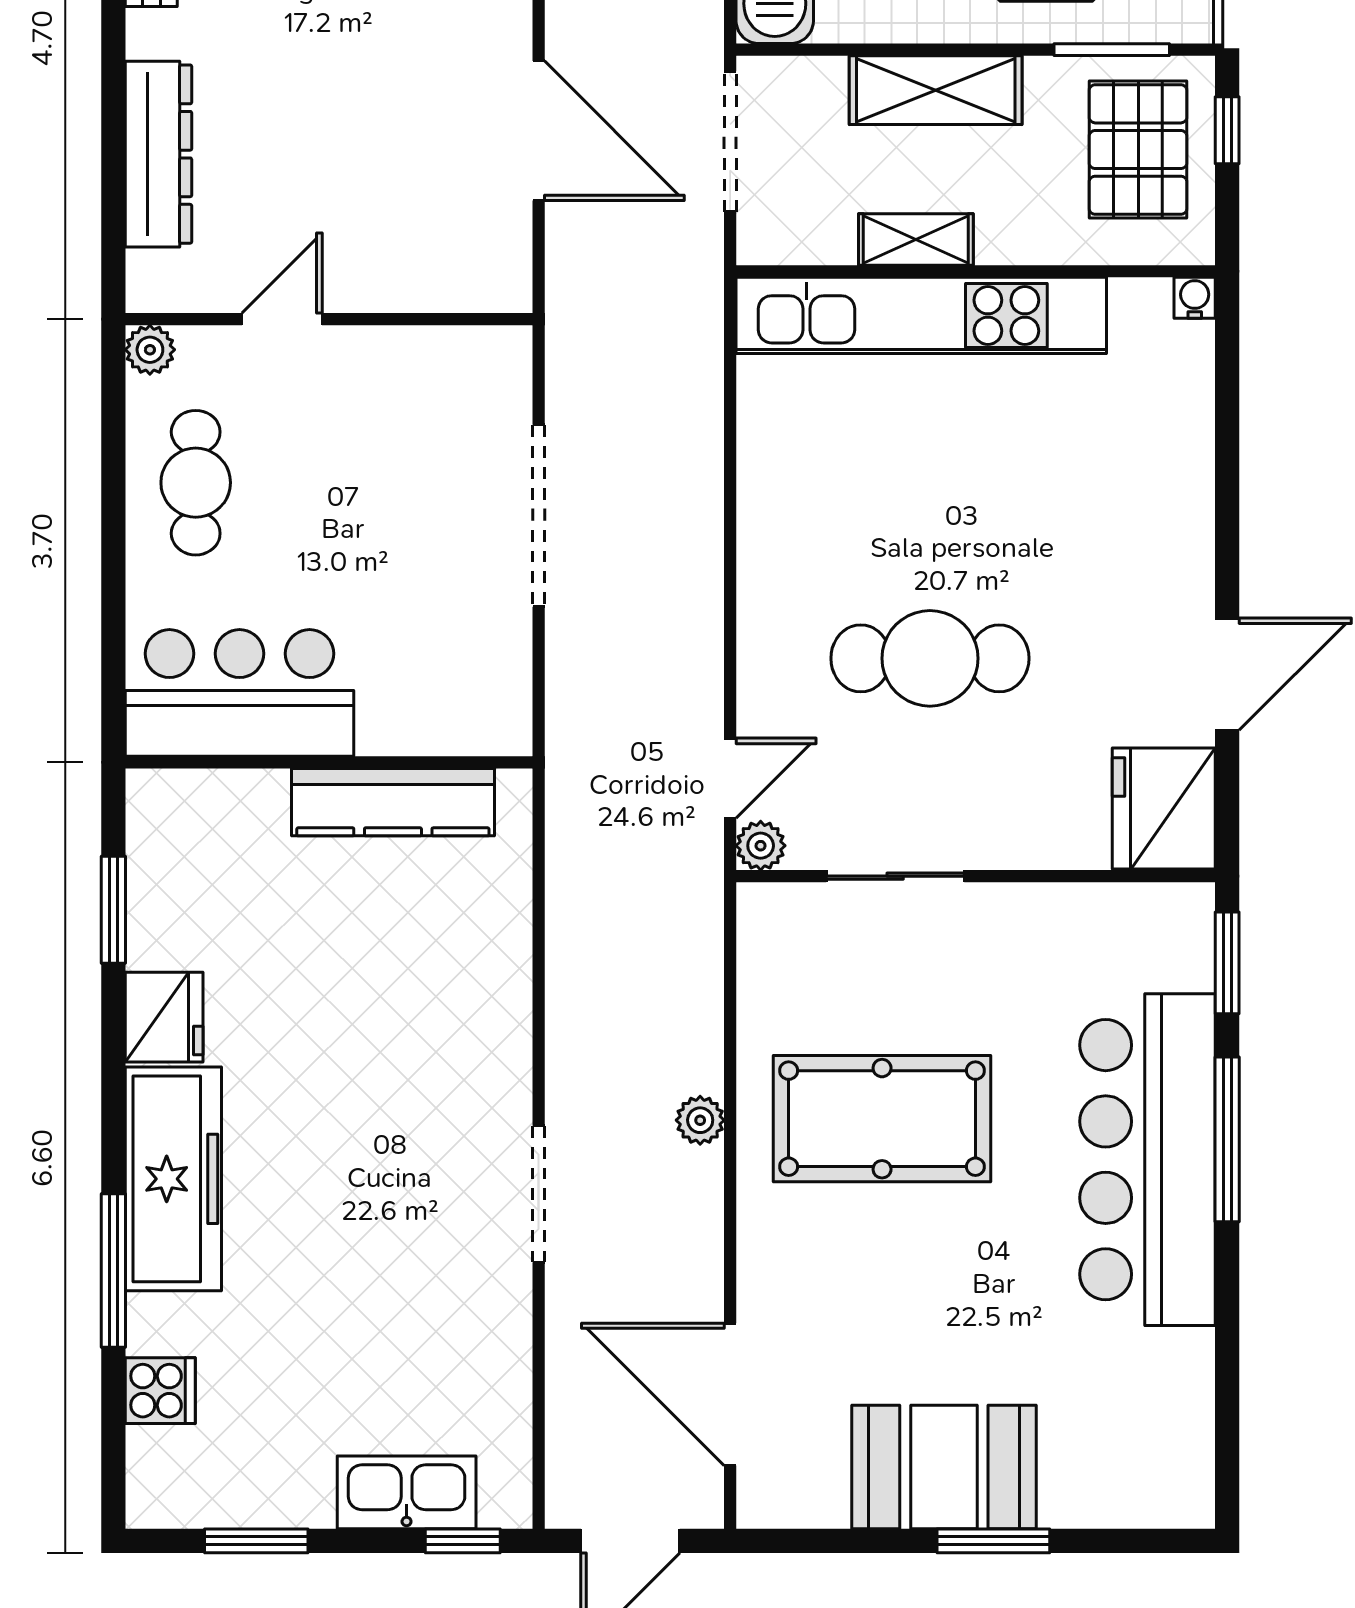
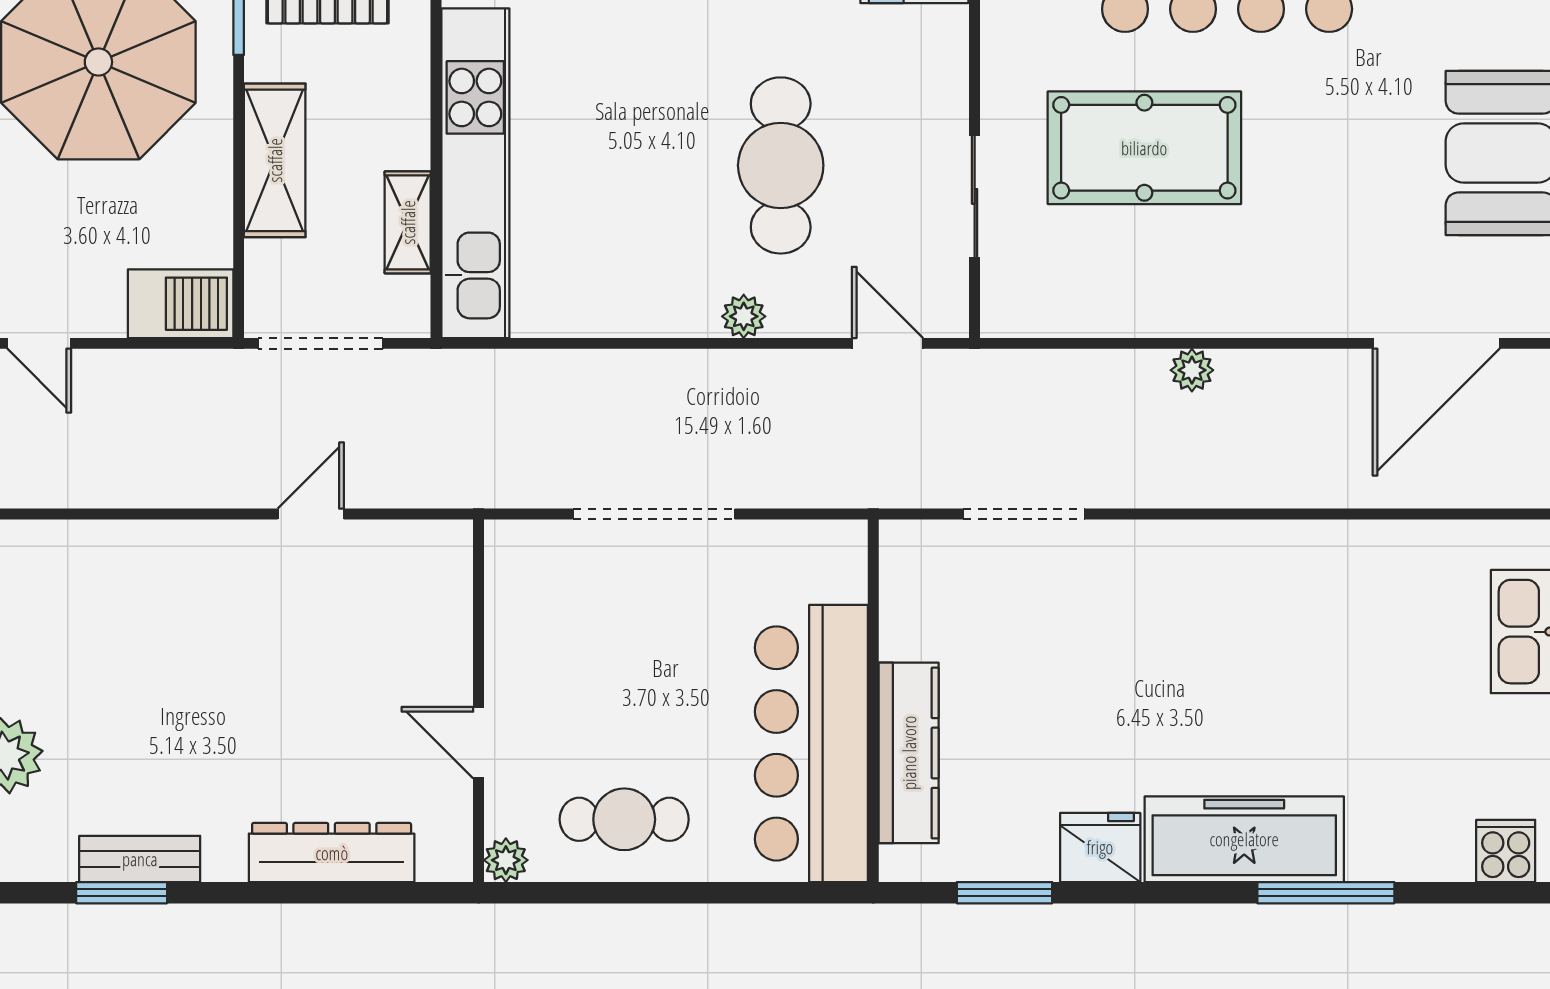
door: (539, 131) -> (311, 514), width x0.53
shelving: (916, 239) -> (408, 222), moved
bar counter: (239, 693) -> (811, 743), width x1.36
kitchen counter: (393, 802) -> (909, 753), moved
plant: (761, 846) -> (744, 316), moved
pool table: (882, 1119) -> (1144, 148), moved, turned 90
doorway: (539, 1194) -> (1024, 514), moved
cooker: (160, 1391) -> (1506, 851), moved

